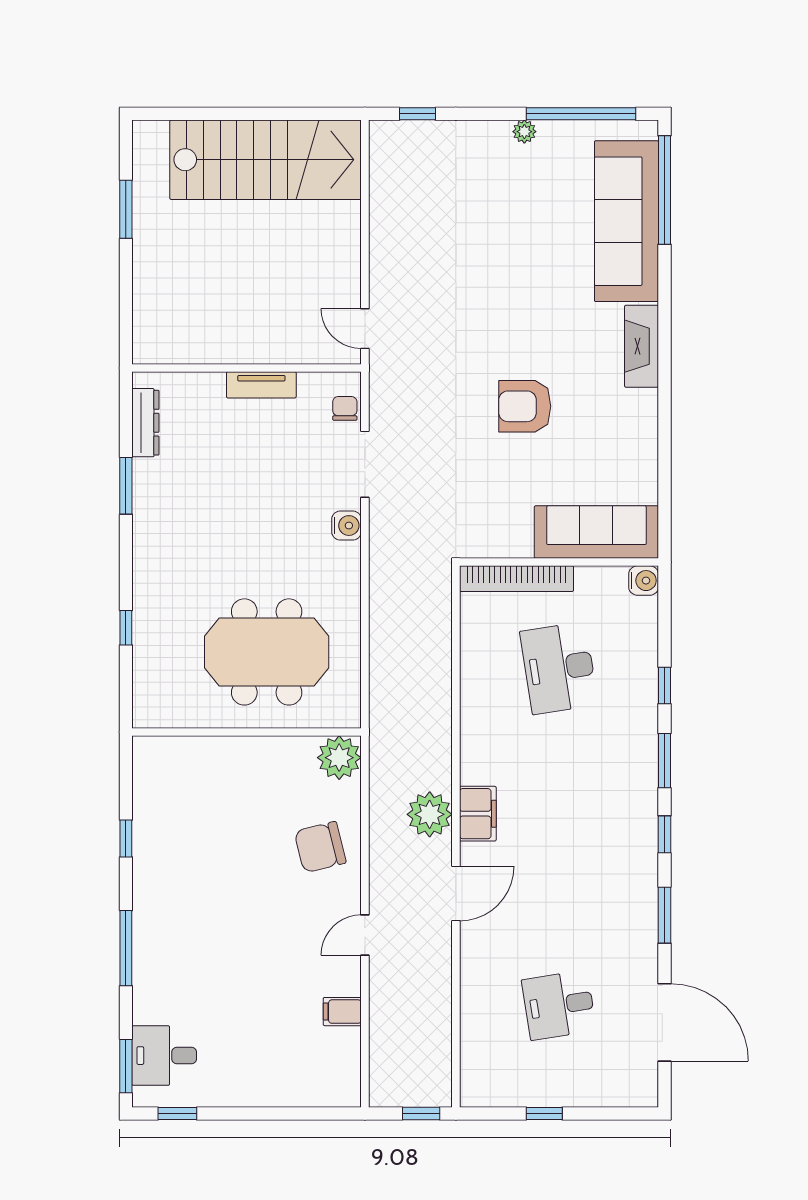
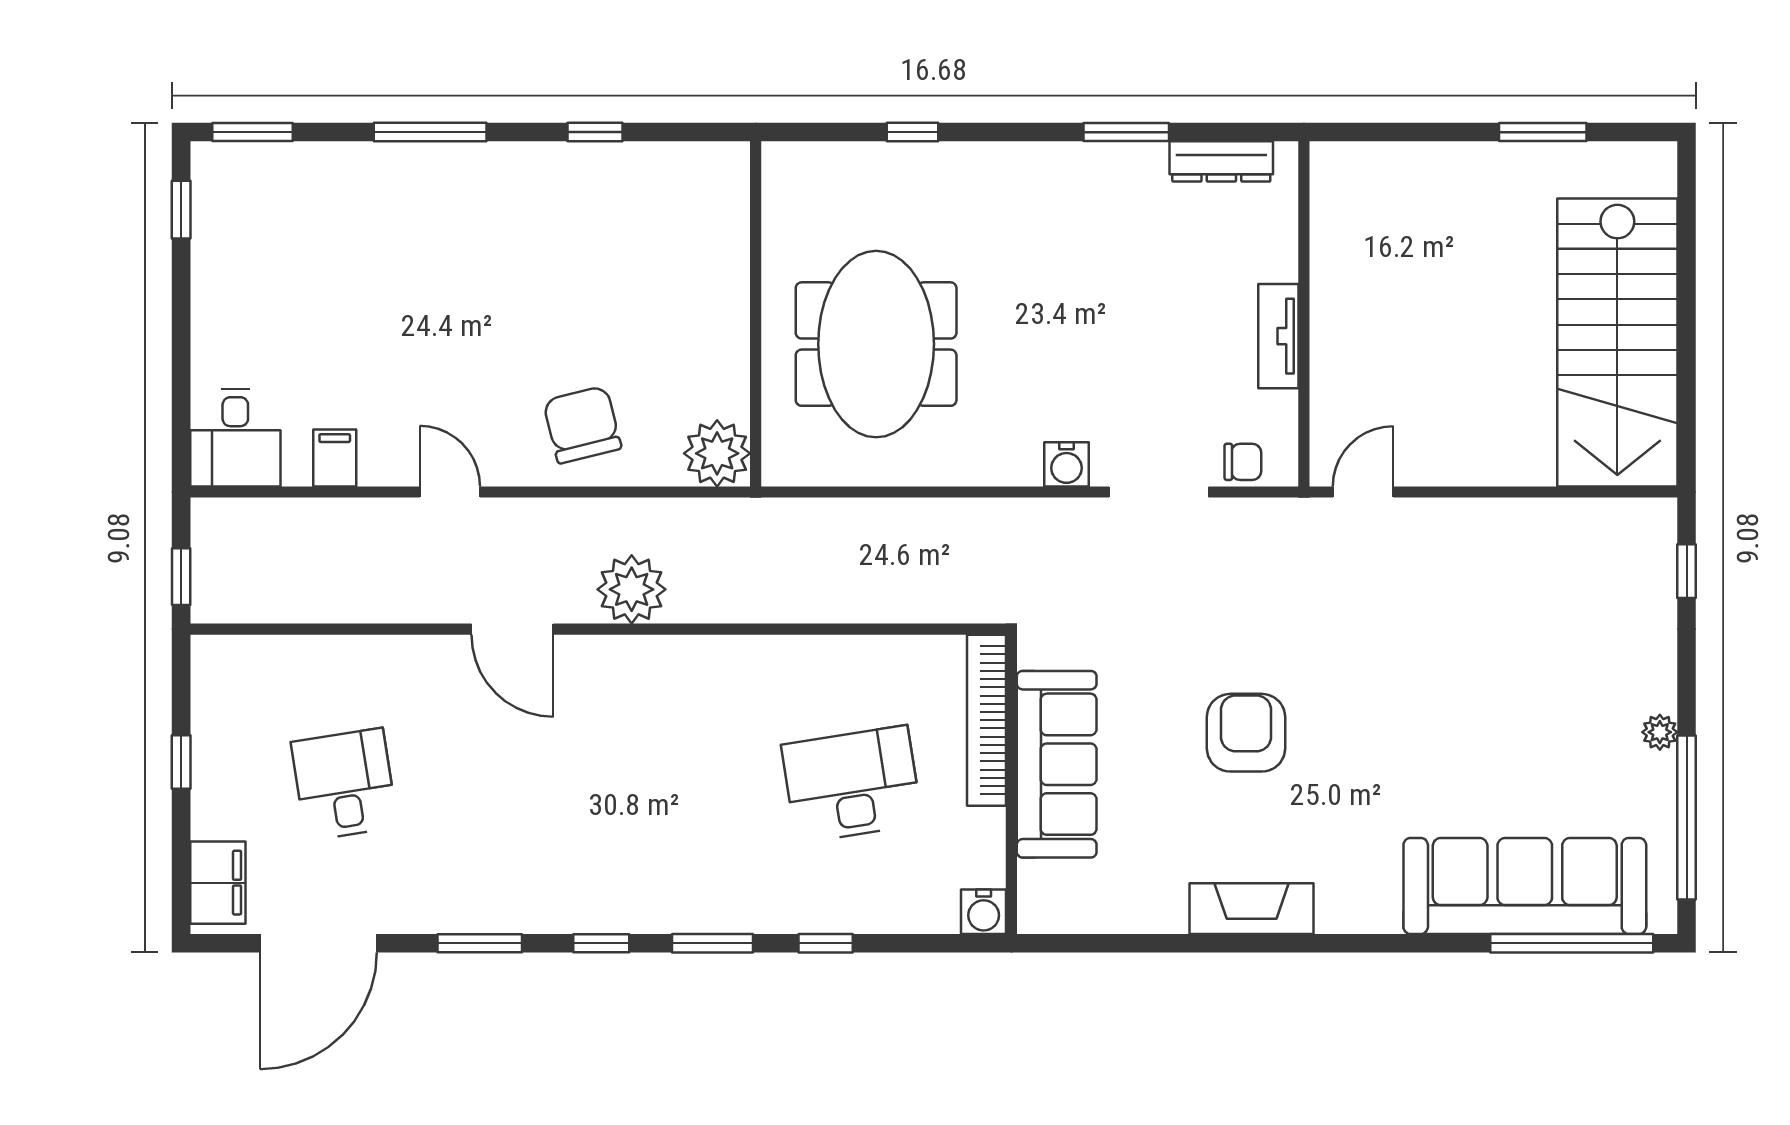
fireplace: (642, 346) -> (1252, 909), moved
sofa: (596, 532) -> (1057, 764), moved
filing cabinet: (478, 814) -> (218, 883), moved, turned -90
desk: (164, 1056) -> (235, 438), moved, turned 180

